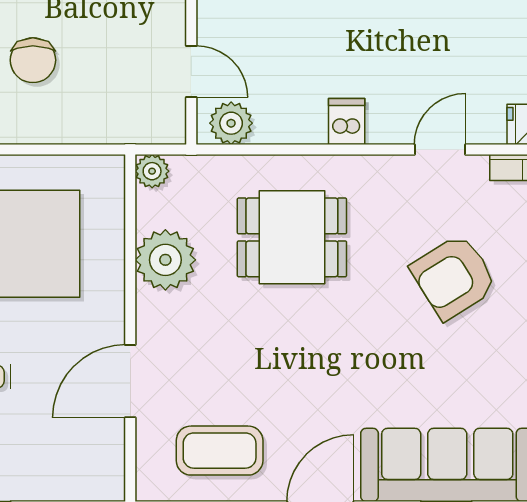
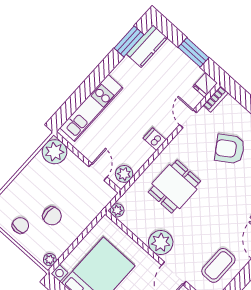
door: (191, 71) -> (98, 172), hinge flipped
plant: (165, 260) -> (161, 243), moved
armchair: (454, 277) -> (230, 149), turned 88

